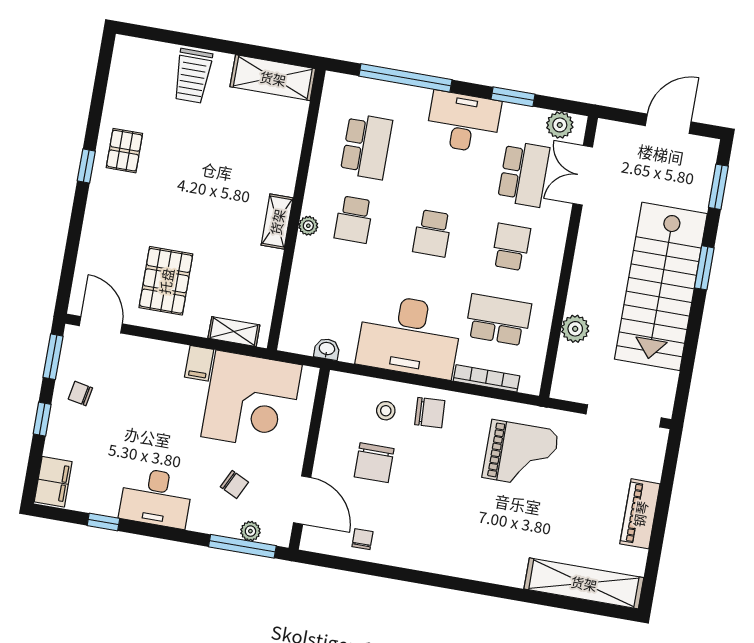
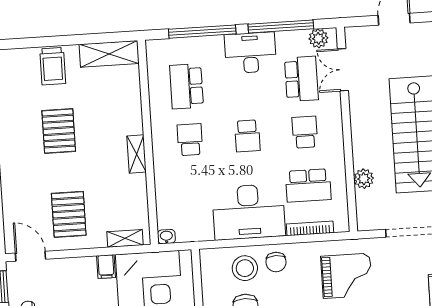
window: (513, 97) -> (281, 26), width x2.11
school desk: (366, 147) -> (186, 86), turned 180
pallet: (124, 151) -> (59, 131), moved, width x1.50, depth x1.42
school desk: (354, 219) -> (190, 140), turned 180
plant: (308, 226) -> (159, 152), removed
school desk: (498, 320) -> (308, 185), turned 180
washbasin: (327, 349) -> (166, 237), moved
stool: (386, 411) -> (245, 268), width x1.89, depth x1.89
chair: (430, 413) -> (276, 262), turned 93

